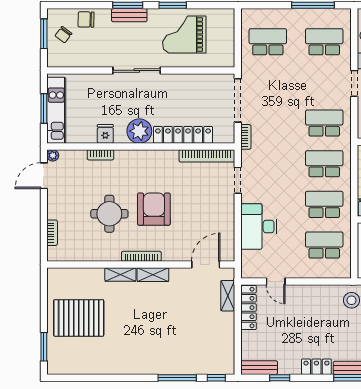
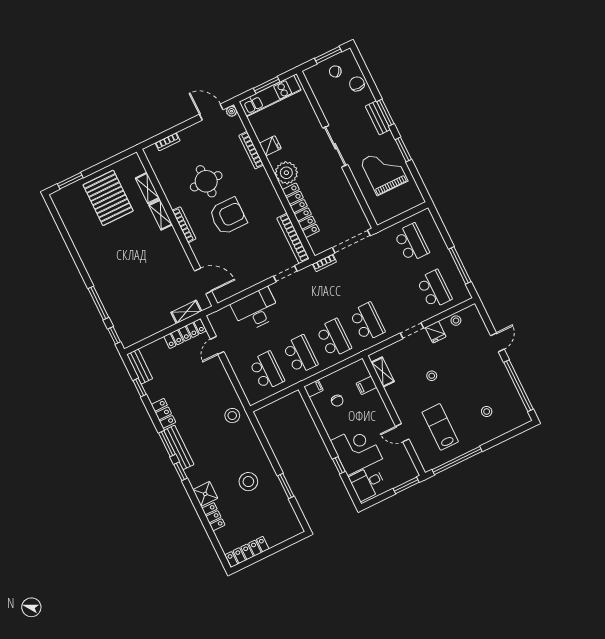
bookcase: (100, 155) -> (251, 150), width x1.56
shelving: (153, 275) -> (147, 188), moved

